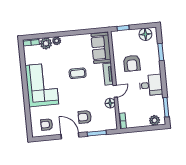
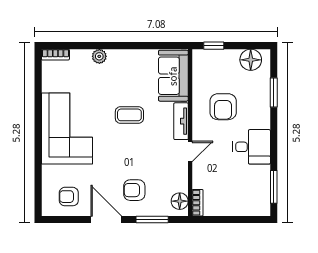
plant: (46, 43) -> (81, 59), removed
floor lamp: (110, 103) -> (180, 201), moved
plant: (155, 120) -> (252, 207), removed

